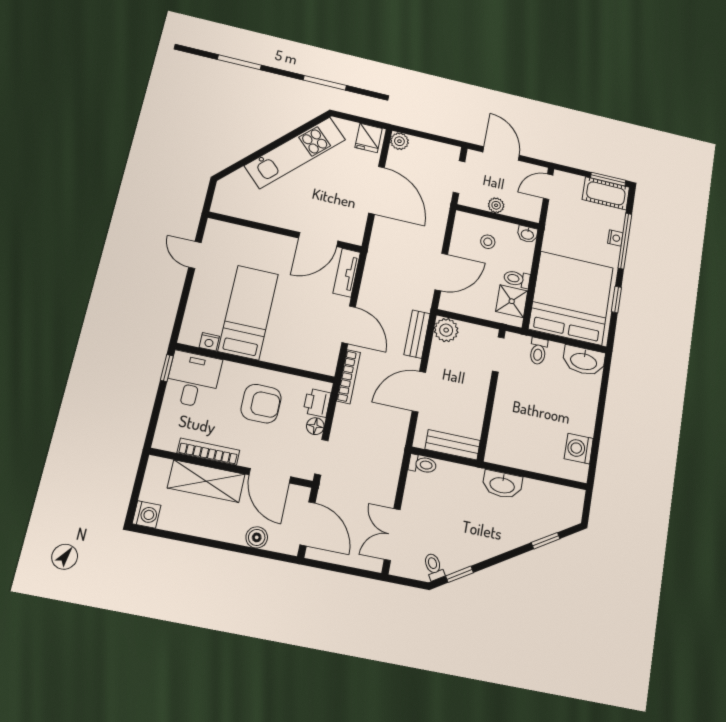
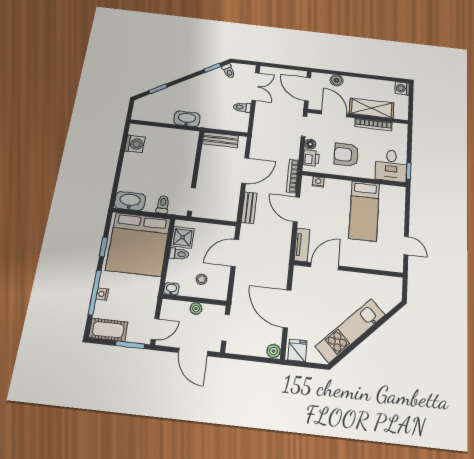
window: (608, 179) -> (130, 345), moved
plant: (446, 330) -> (229, 212), removed
nightstand: (209, 342) -> (318, 182), moved
toilet: (422, 464) -> (242, 107), moved

